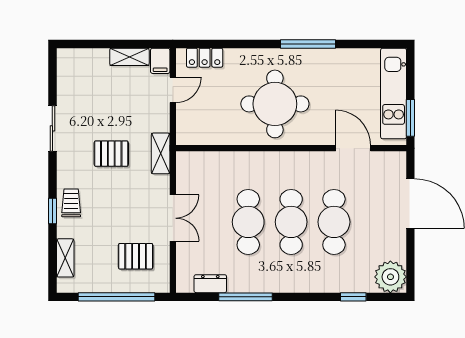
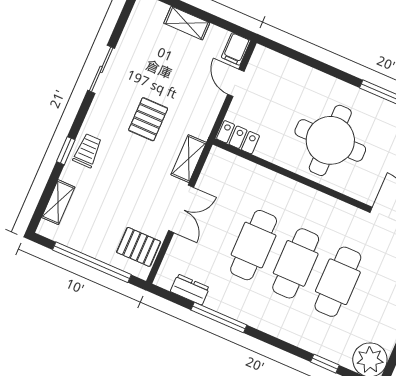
shelving: (129, 57) -> (187, 23), moved
locker: (205, 58) -> (238, 137), moved, turned 180
door: (173, 90) -> (236, 83), swing flipped
shelving: (161, 153) -> (189, 159), moved
pallet: (111, 154) -> (148, 119), turned 90
pallet: (136, 256) -> (139, 247), moved

